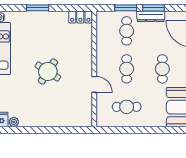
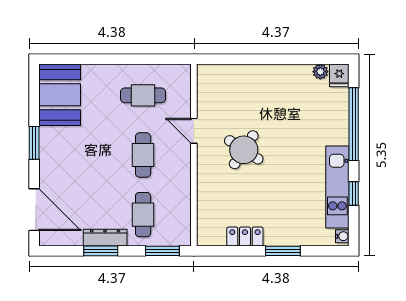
window: (126, 8) -> (162, 251), moved
locker: (80, 17) -> (245, 237), moved
cafe table: (162, 69) -> (87, 155), removed
round table: (48, 72) -> (244, 150), moved

